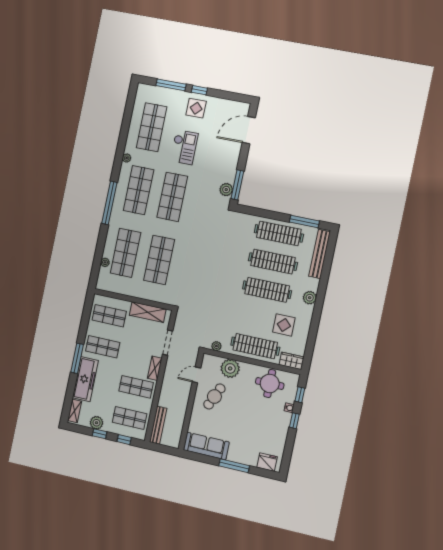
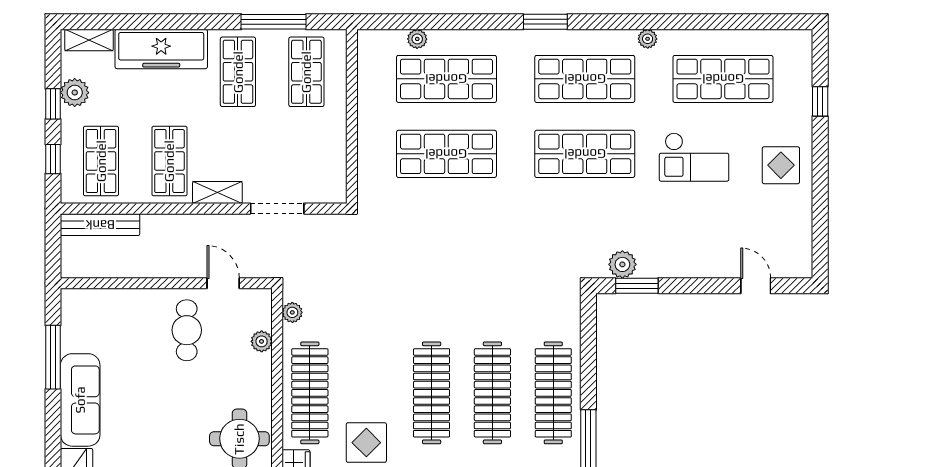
window: (171, 85) -> (820, 101), width x0.46
window: (199, 90) -> (820, 164), removed
door: (249, 130) -> (756, 286), width x0.53
window: (237, 185) -> (637, 286), width x0.69
window: (109, 203) -> (545, 22), width x0.47
shelving: (148, 312) -> (332, 153), removed
window: (77, 358) -> (274, 22), moved
plant: (230, 368) -> (262, 341), width x0.53, depth x0.53
cafe table: (214, 396) -> (187, 330), turned 66
sofa: (206, 446) -> (80, 400), moved
window: (234, 466) -> (53, 357), moved

